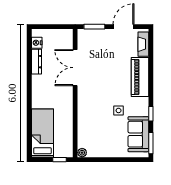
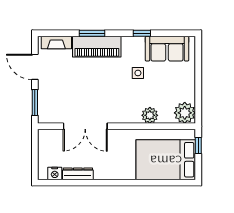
plant: (84, 120) -> (150, 115), added
bed: (42, 133) -> (166, 160), width x1.50
window: (151, 143) -> (92, 33), moved
plant: (82, 153) -> (185, 113), width x1.88, depth x1.88

